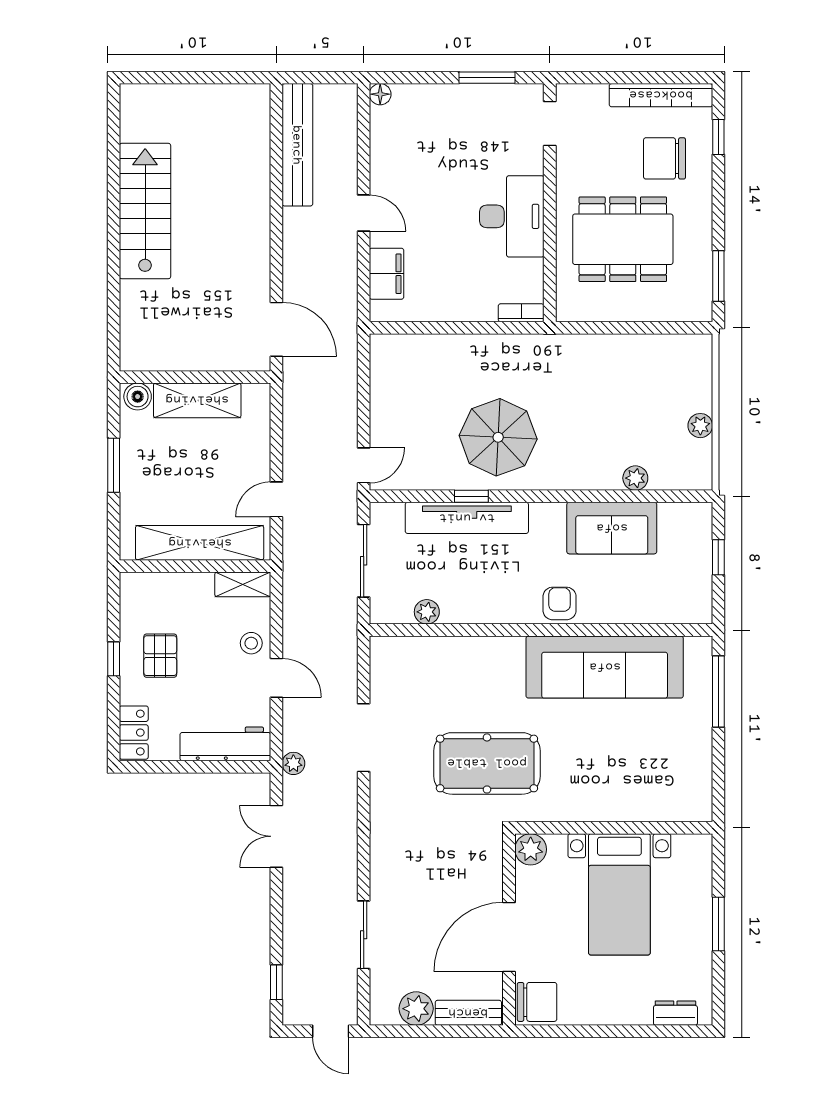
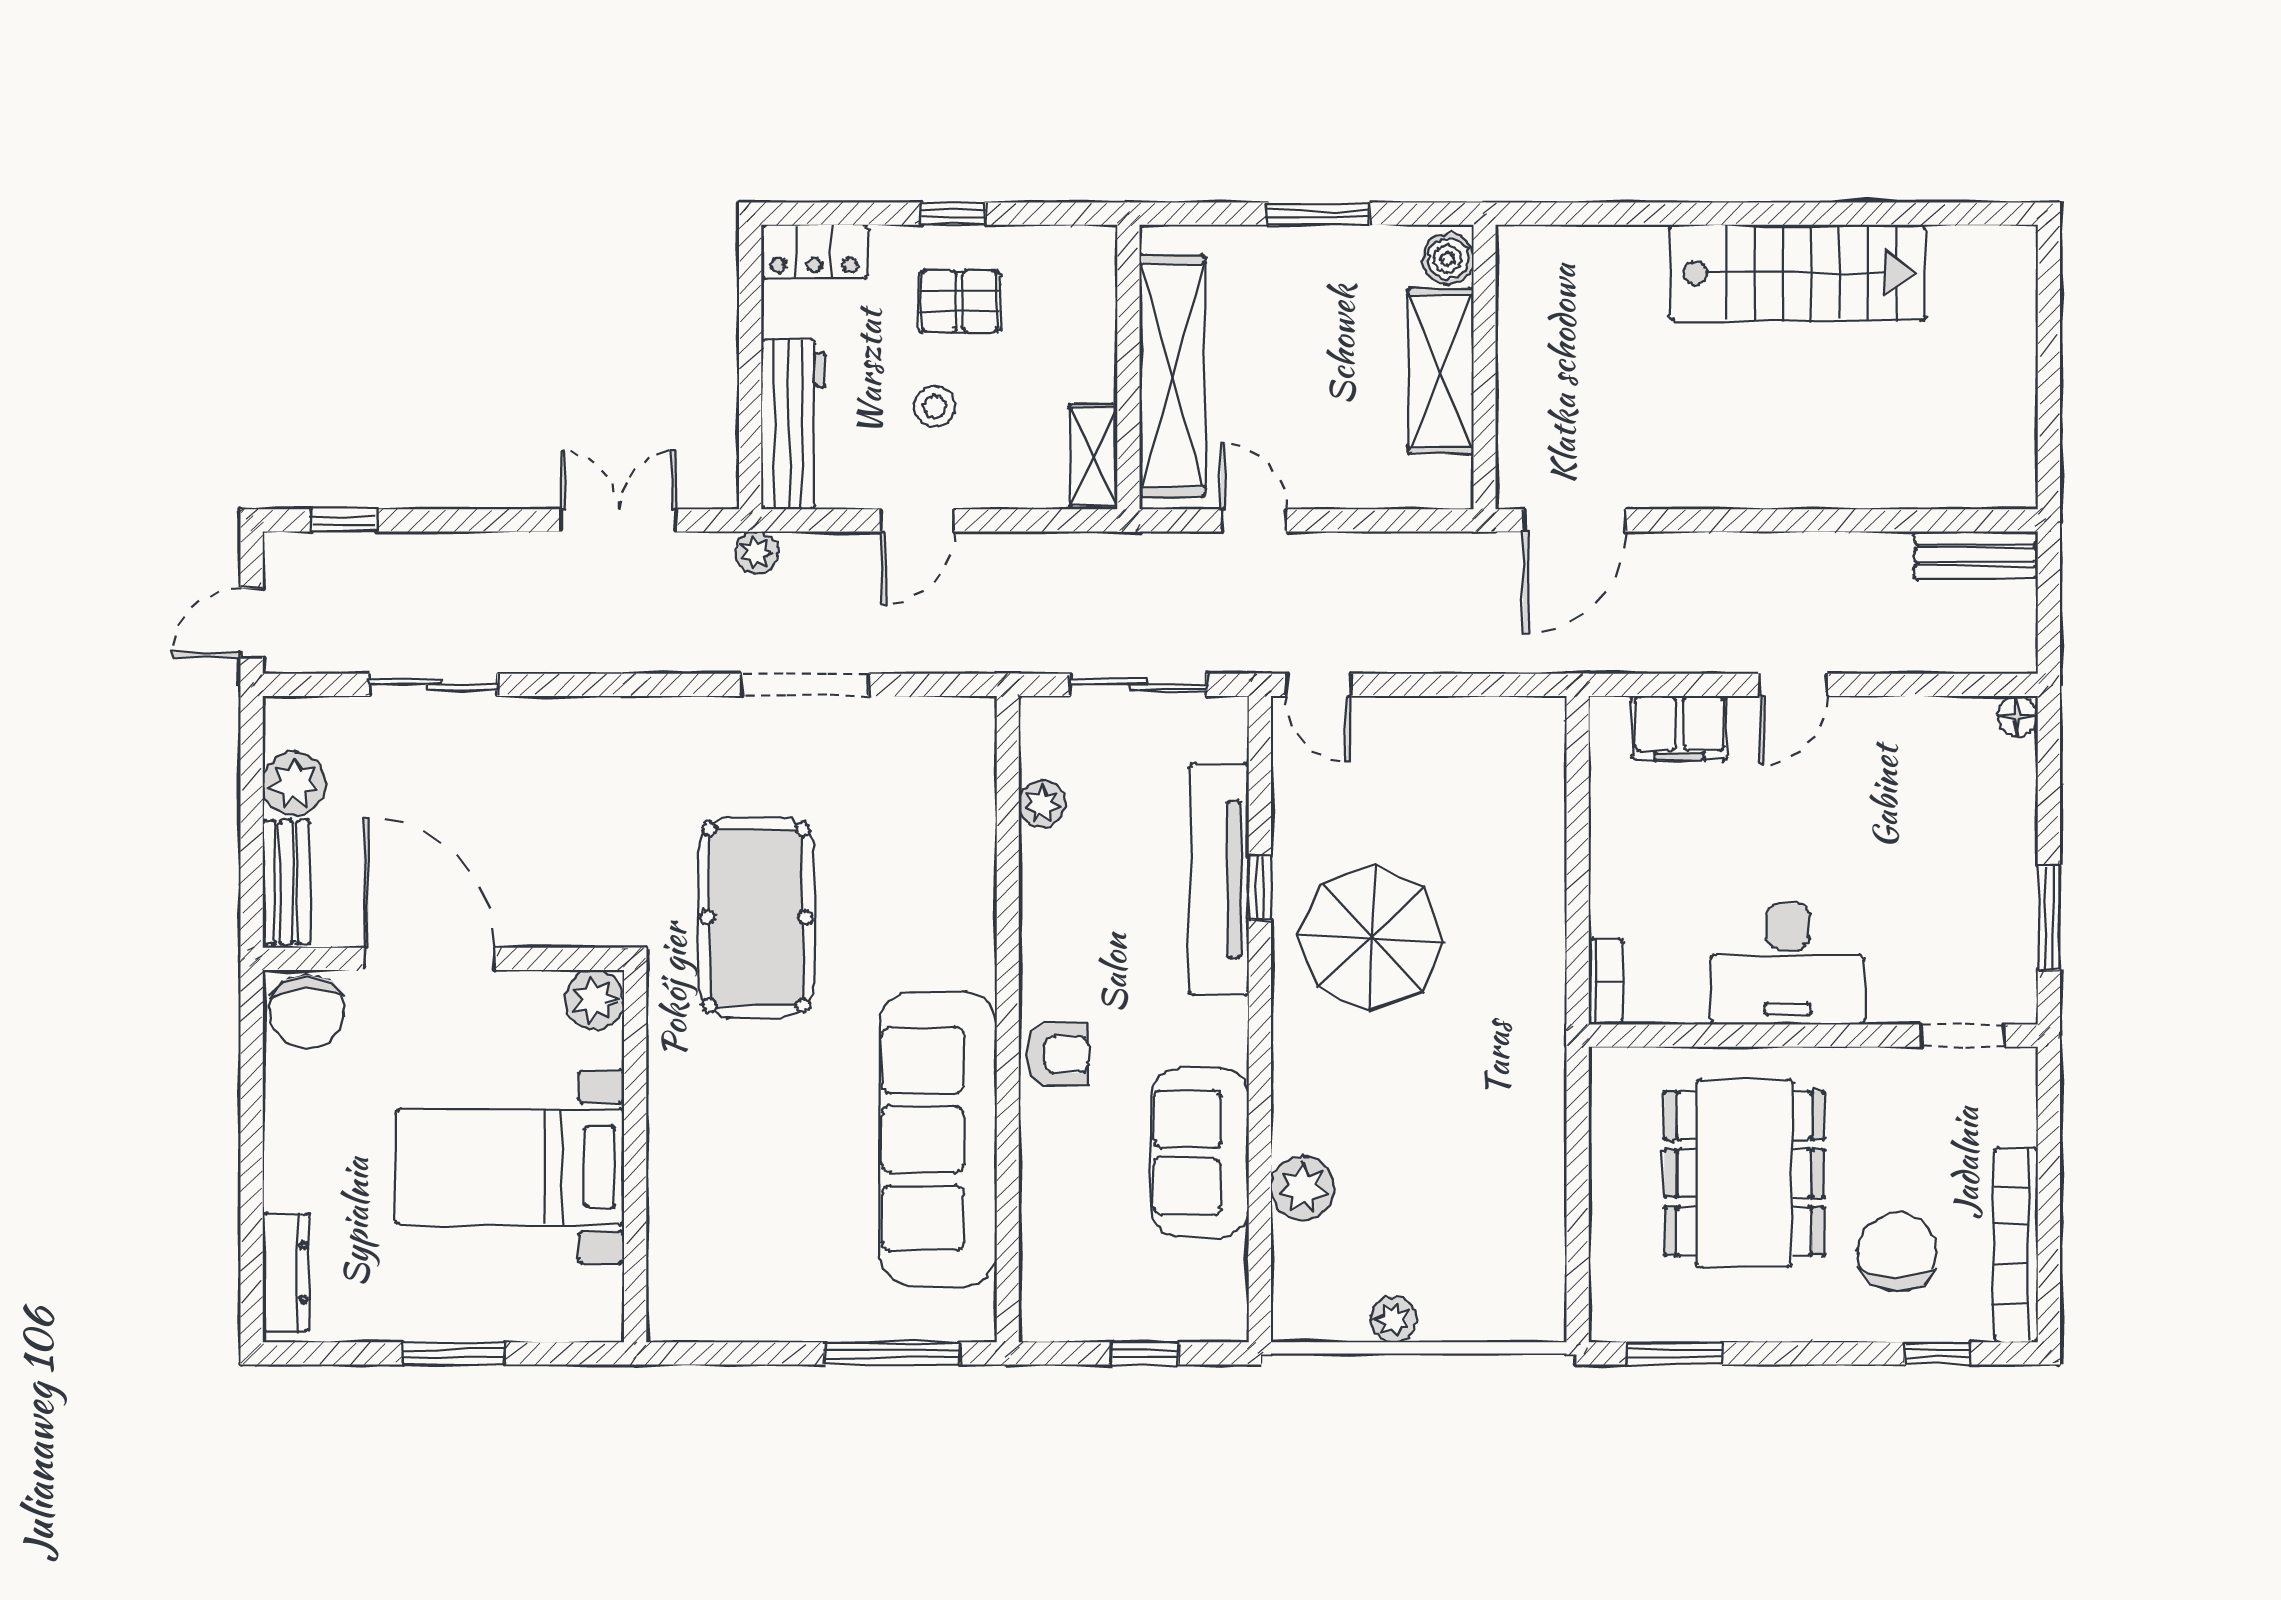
bench: (297, 145) -> (1976, 555), width x0.54, depth x0.82
plant: (635, 478) -> (1303, 1188), width x1.38, depth x1.38
stool: (251, 643) -> (935, 406), moved
dresser: (675, 1013) -> (286, 1272), width x1.44

